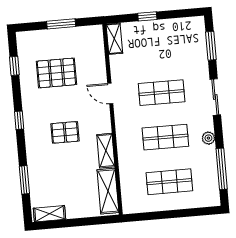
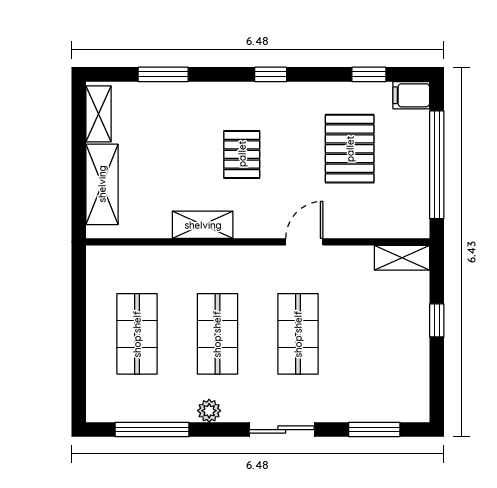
window: (61, 24) -> (437, 165), width x2.11
filing cabinet: (24, 41) -> (411, 95), added
shelving: (108, 191) -> (102, 184), moved, turned 90

